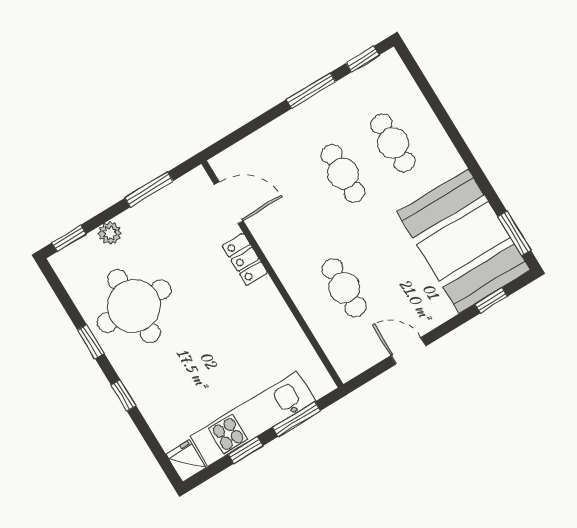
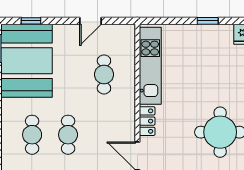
door: (408, 351) -> (91, 21), hinge flipped
kitchen unit: (253, 419) -> (150, 66), moved, turned -90
window: (296, 419) -> (171, 21), removed

